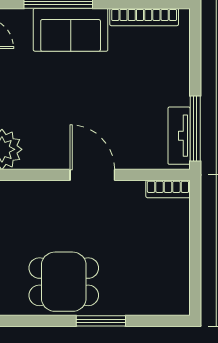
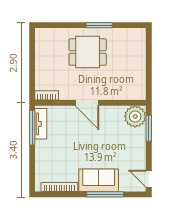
dining table: (64, 282) -> (88, 52), moved
window: (101, 321) -> (99, 25), moved

